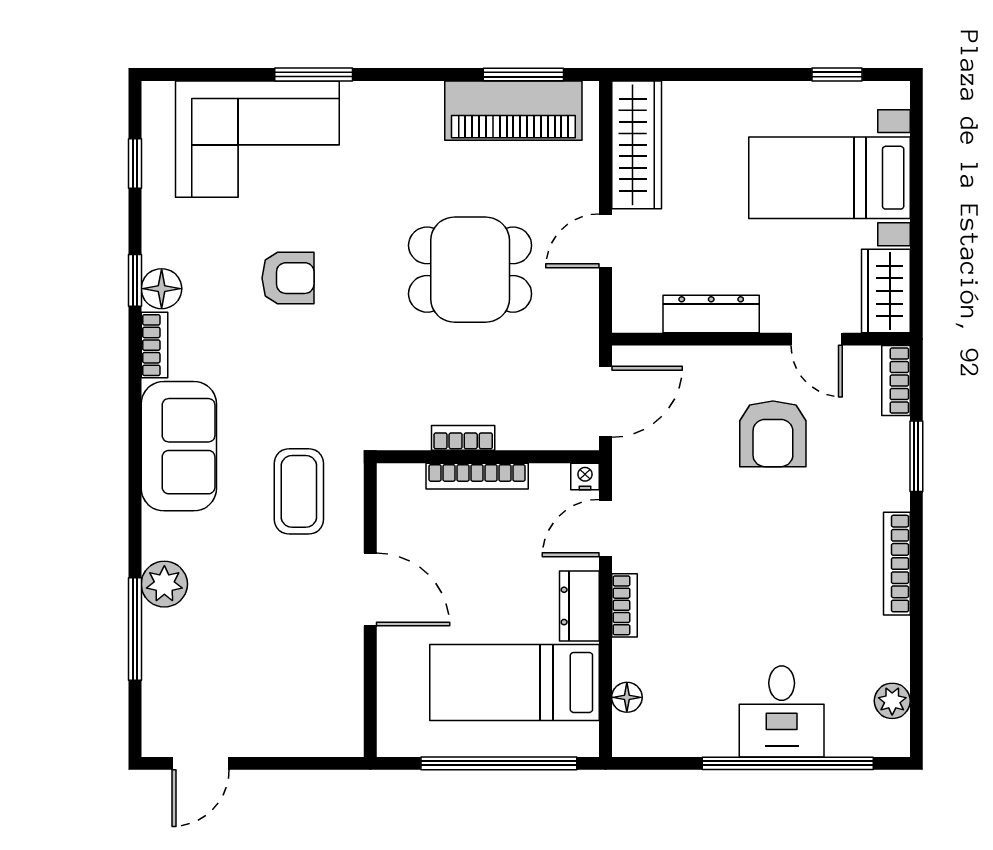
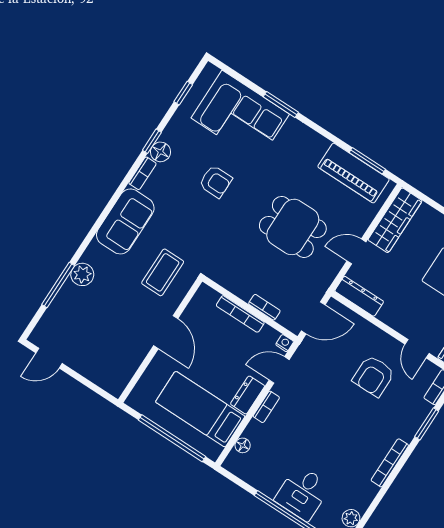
dresser: (711, 314) -> (359, 296), moved
bookcase: (463, 438) -> (264, 307), moved

